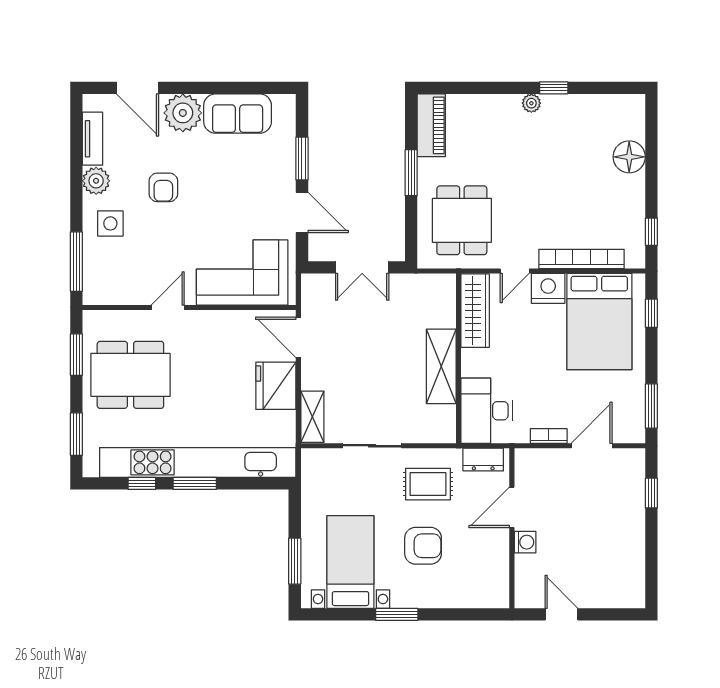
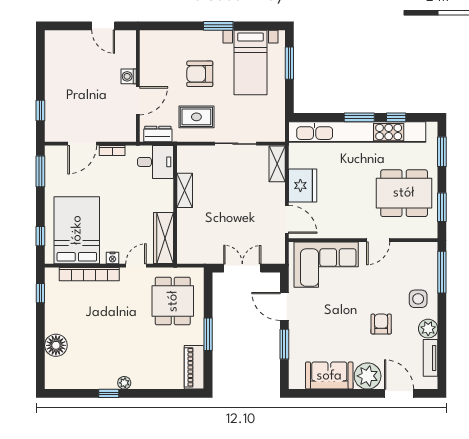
nightstand: (548, 288) -> (113, 258), width x0.53, depth x0.56
shelving: (441, 366) -> (185, 190), width x0.67, depth x0.75
desk: (487, 411) -> (156, 162), width x0.73

